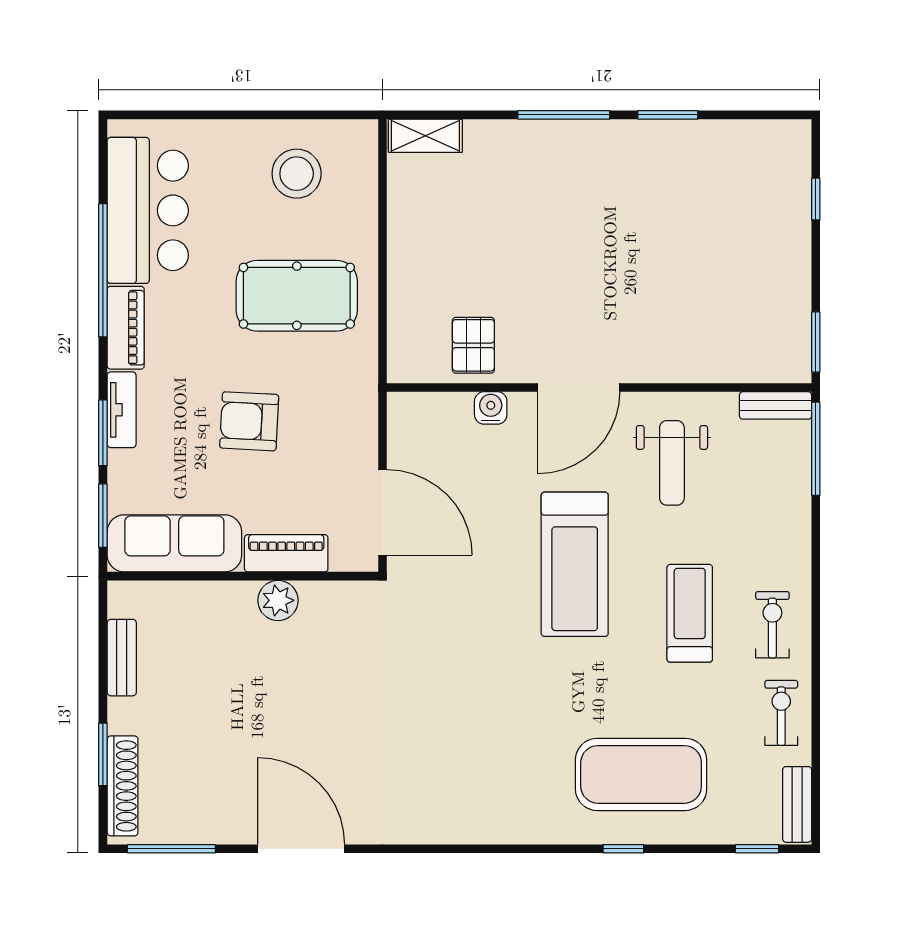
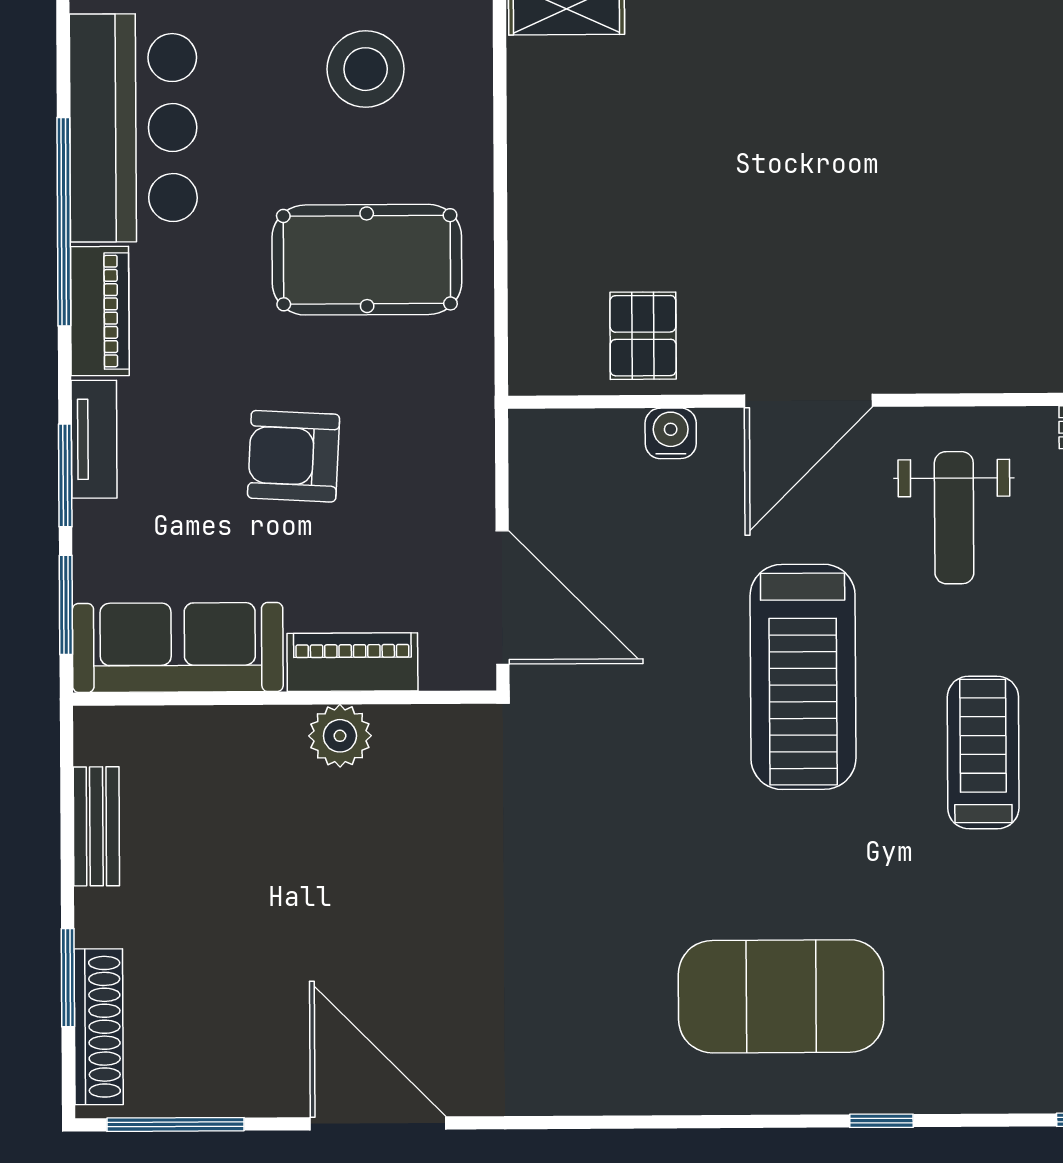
exercise mat: (641, 774) -> (781, 996), moved

